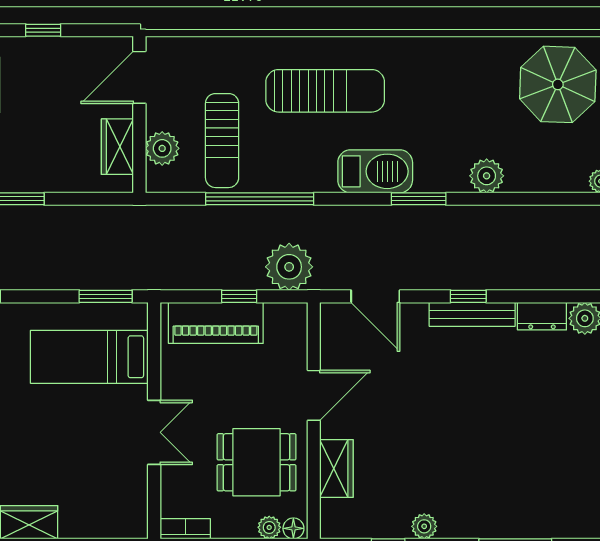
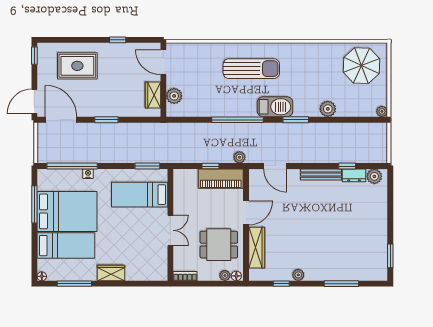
door: (139, 77) -> (163, 62), hinge flipped
sun lounger: (222, 141) -> (202, 92), removed
window: (260, 199) -> (237, 120), moved
plant: (289, 267) -> (239, 157), width x0.53, depth x0.53
window: (468, 296) -> (347, 166), moved
piano: (216, 323) -> (221, 179), moved
wardrobe: (336, 469) -> (257, 248), width x1.50

